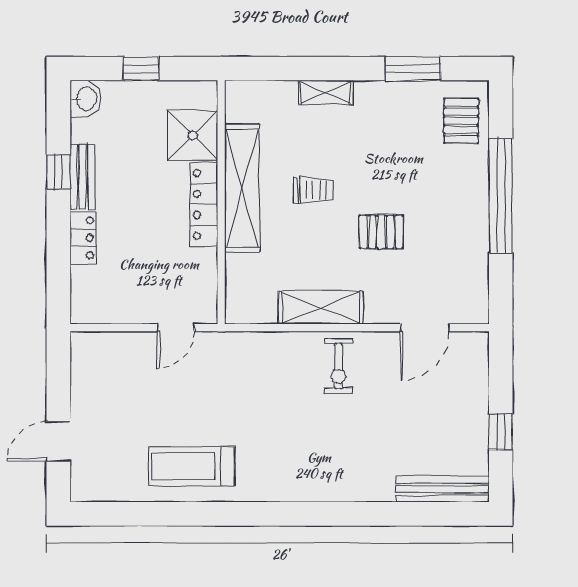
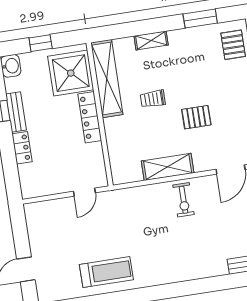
shower: (193, 135) -> (71, 73), width x1.37, depth x1.37
shelving: (242, 188) -> (107, 79), moved
trolley: (314, 190) -> (153, 99), turned 180
treadmill: (192, 466) -> (106, 272), turned 180

